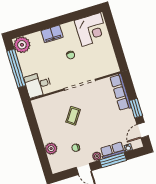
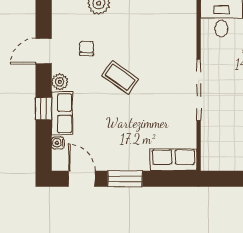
row of seats: (121, 92) -> (173, 160), width x0.68
coffee table: (73, 116) -> (120, 77), moved
window: (113, 160) -> (44, 109), width x0.46

